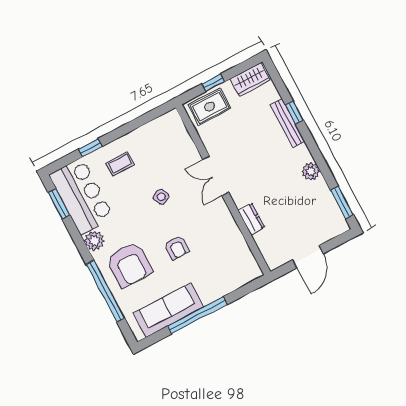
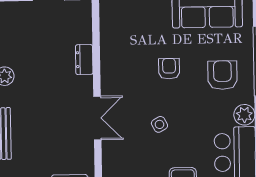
armchair: (129, 265) -> (222, 75), width x0.73, depth x0.73

